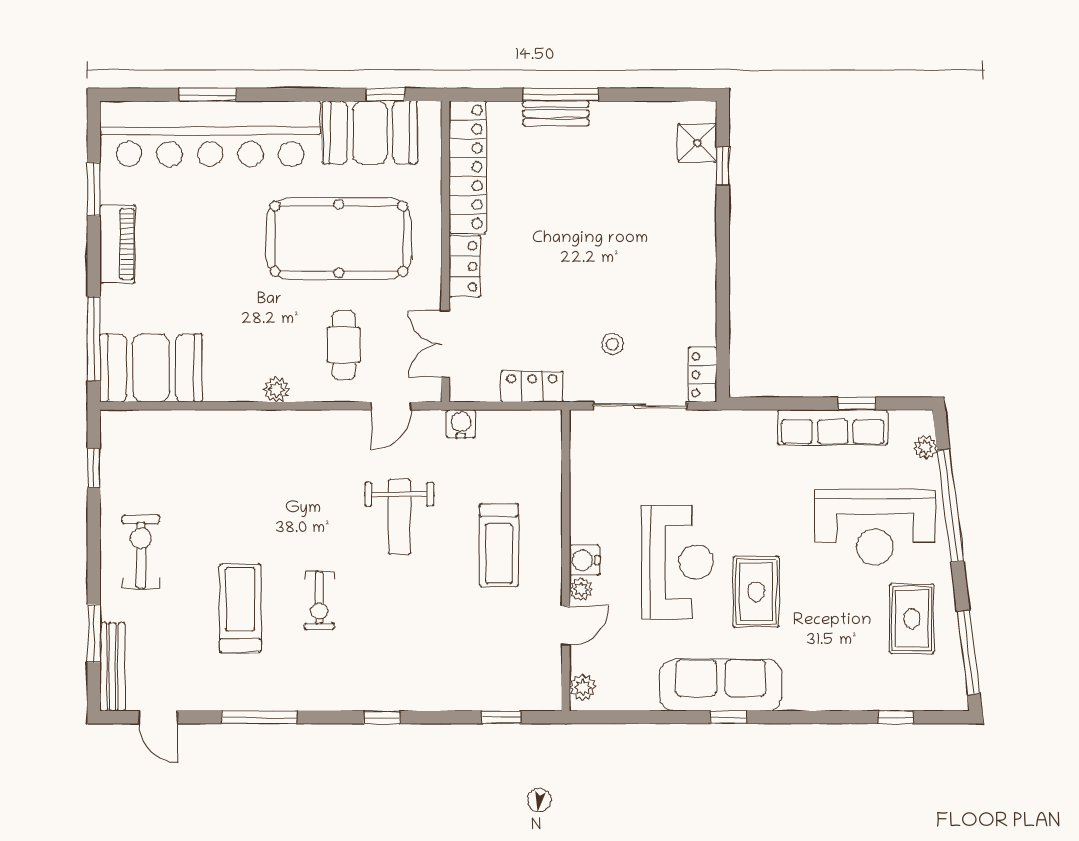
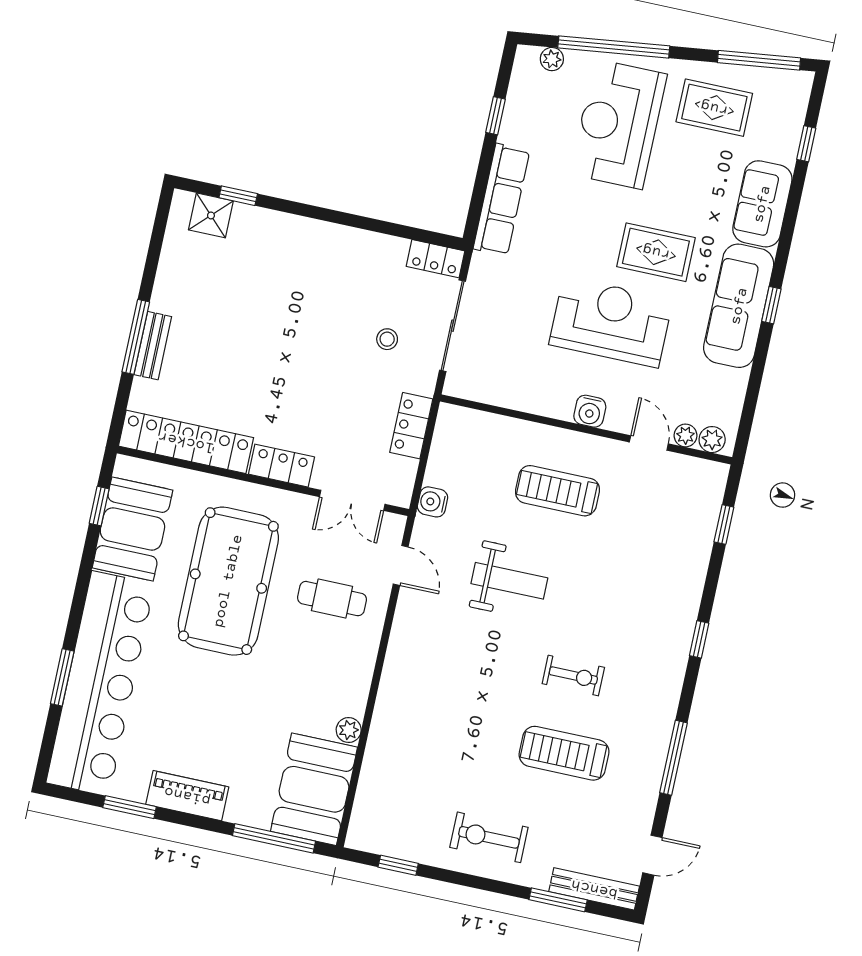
plant: (276, 390) -> (349, 730), moved
row of seats: (833, 427) -> (501, 200), moved
reception desk: (875, 527) -> (619, 124), turned 180
treadmill: (499, 545) -> (558, 491), turned 180
plant: (581, 589) -> (686, 435), moved
sofa: (827, 687) -> (762, 204), added

